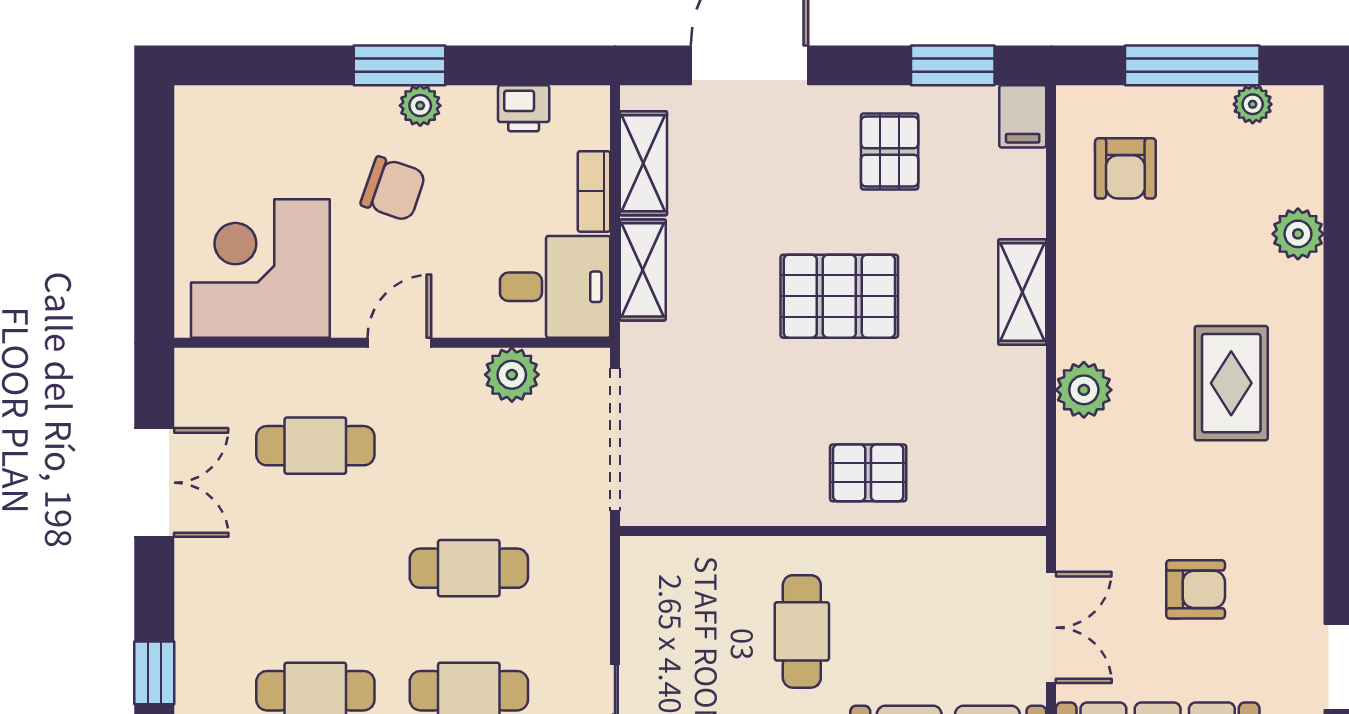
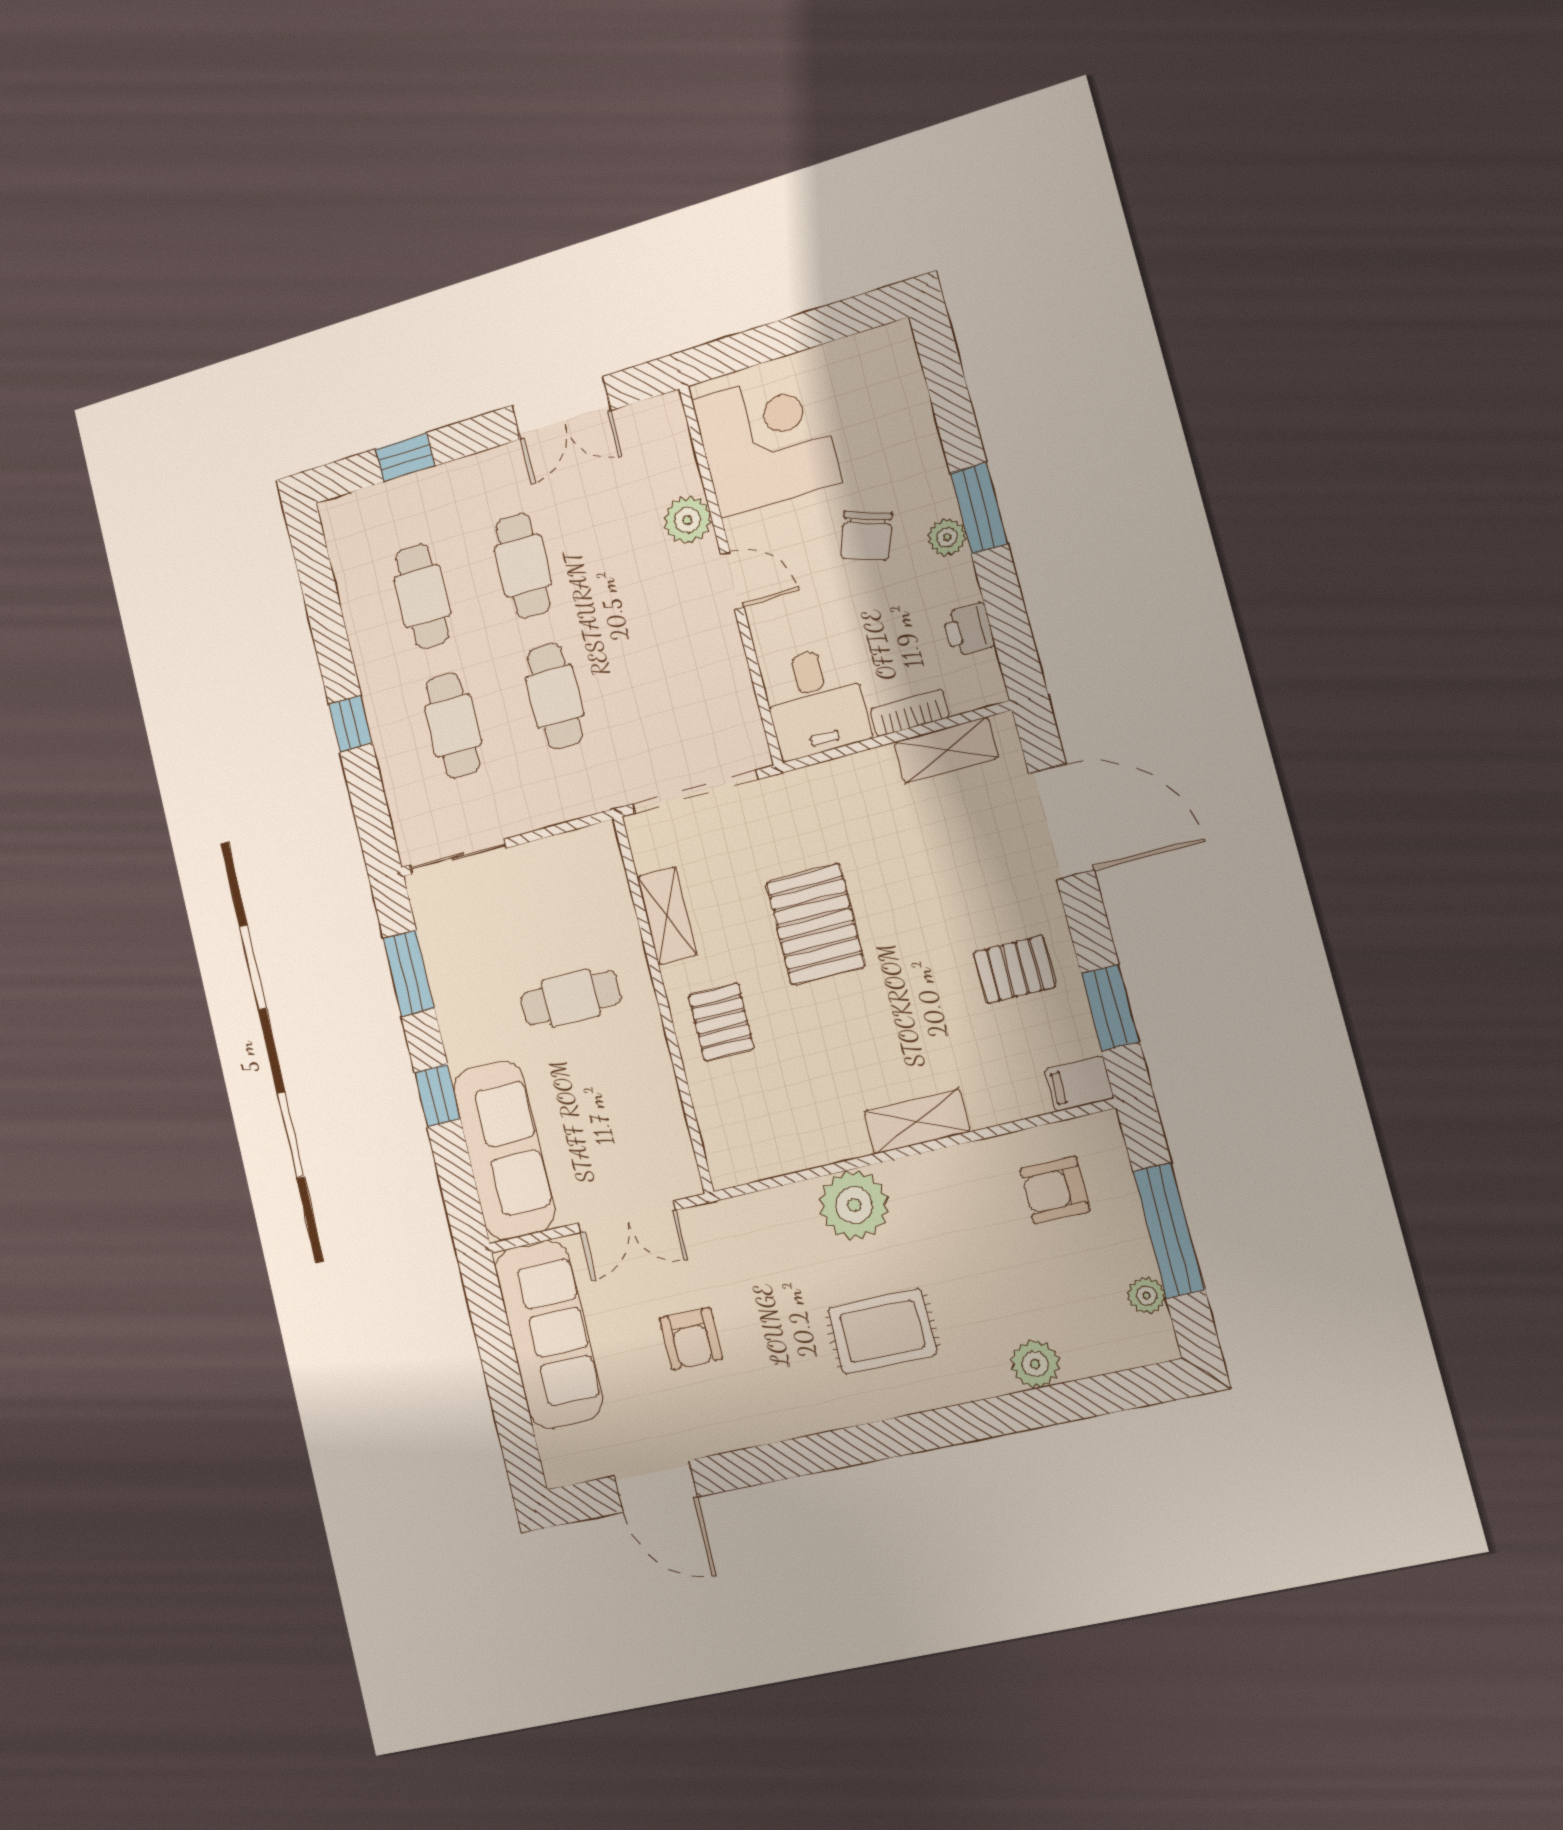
shelving: (643, 270) -> (667, 916), moved, turned 90
pallet: (839, 296) -> (815, 924), moved
plant: (512, 375) -> (687, 520), moved
plant: (1084, 390) -> (854, 1205), width x1.36, depth x1.36
cafe table: (315, 446) -> (523, 566), moved

